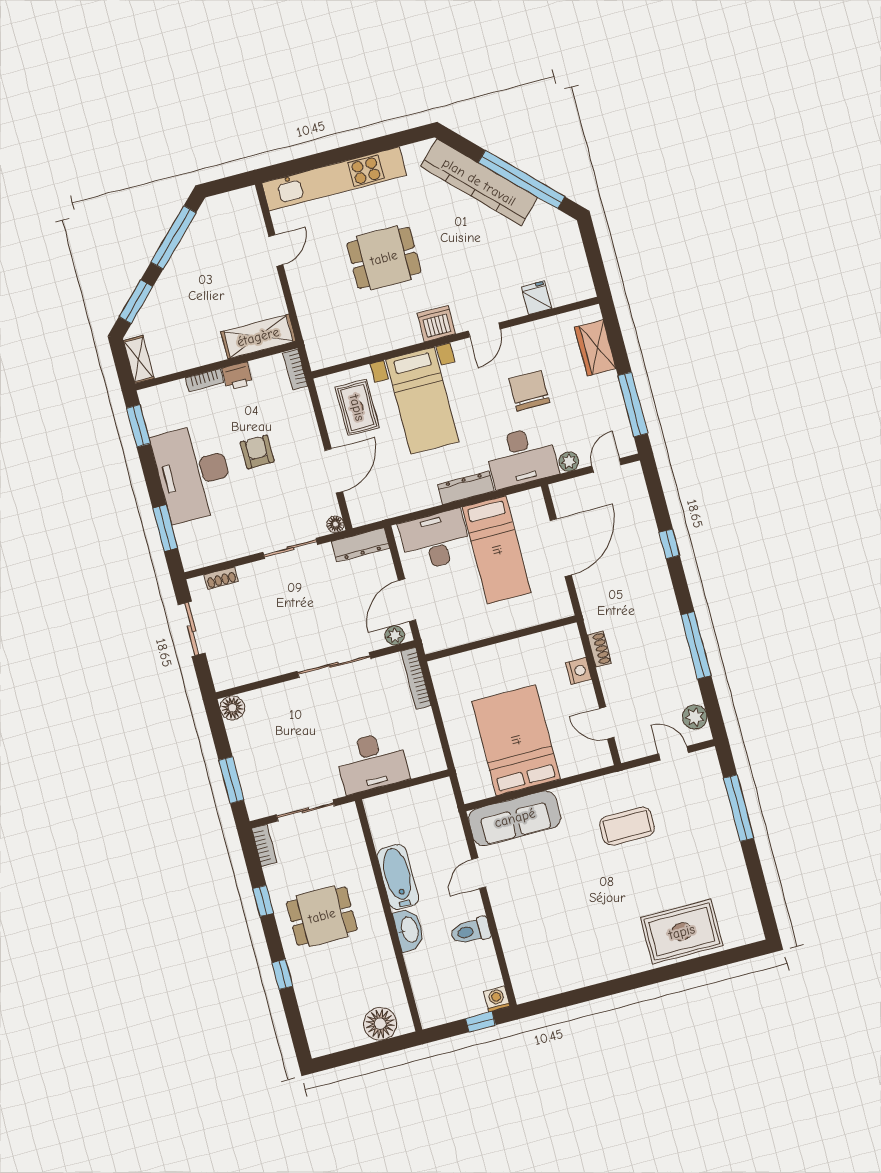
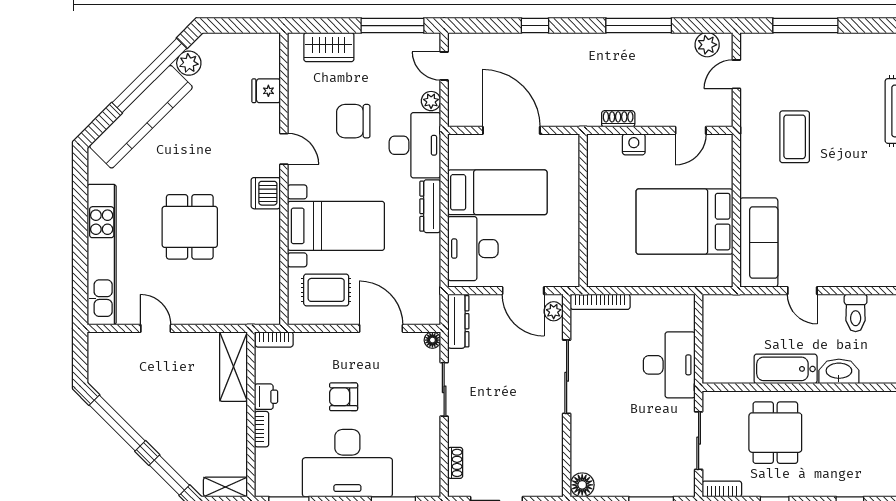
plant: (544, 215) -> (189, 63), added
dining table: (322, 916) -> (775, 433), moved

